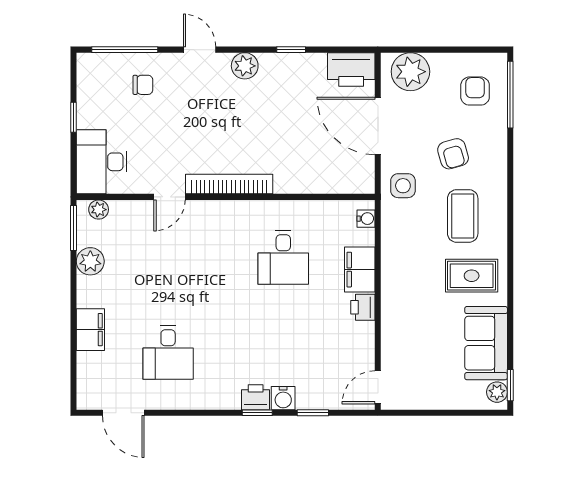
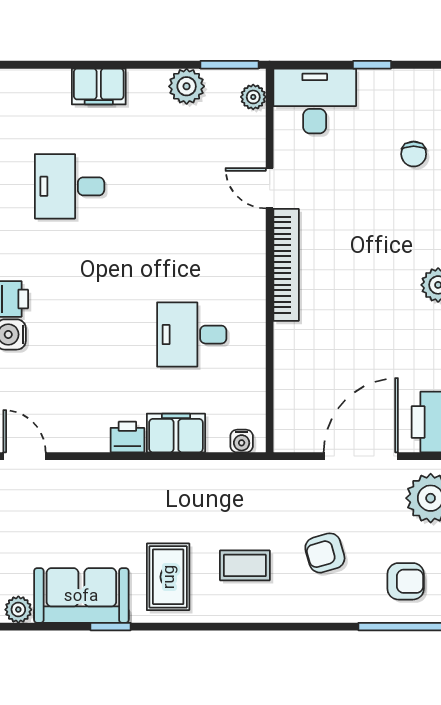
side table: (403, 186) -> (284, 489), removed
coffee table: (463, 216) -> (245, 565), width x0.73, depth x0.77
window: (510, 385) -> (111, 627), moved

